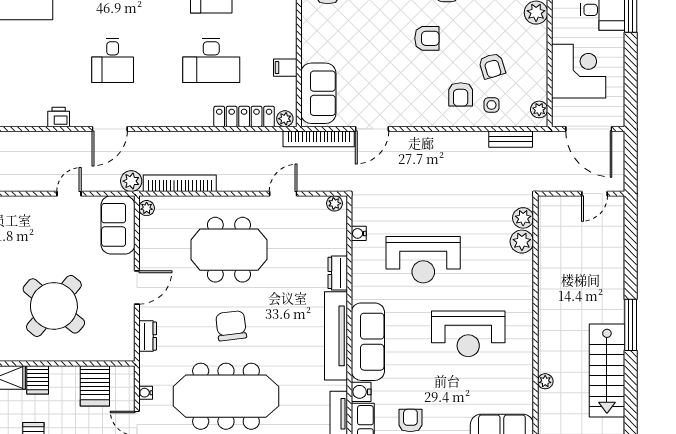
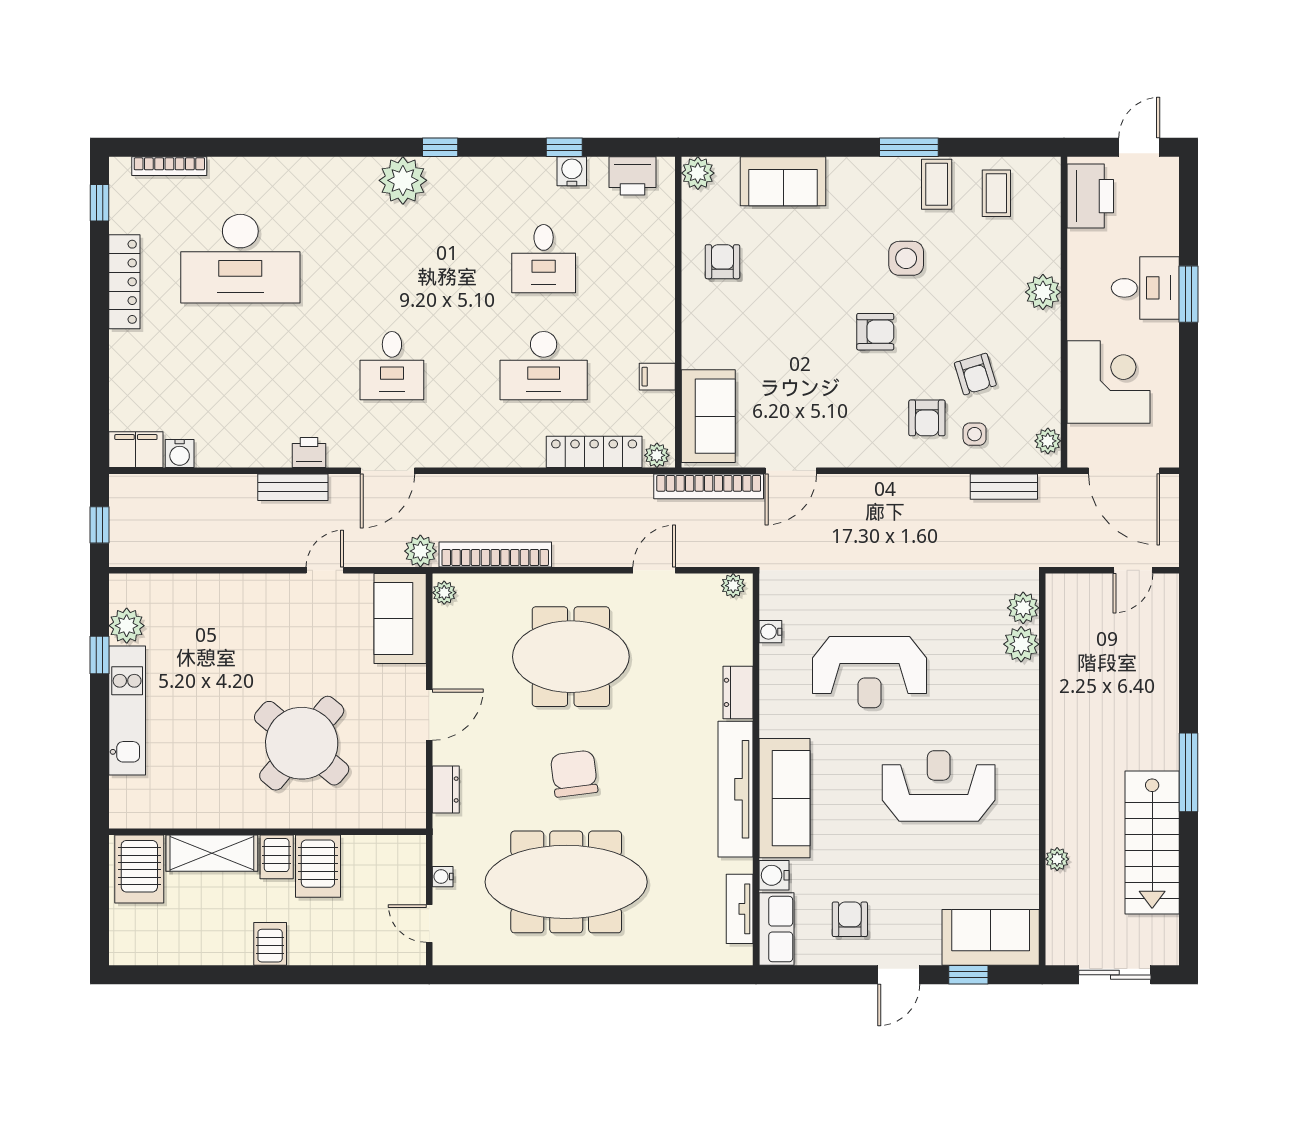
bench: (48, 140) -> (293, 487), added
reception desk: (468, 334) -> (939, 786), turned 180
server rack: (95, 386) -> (318, 866), moved

